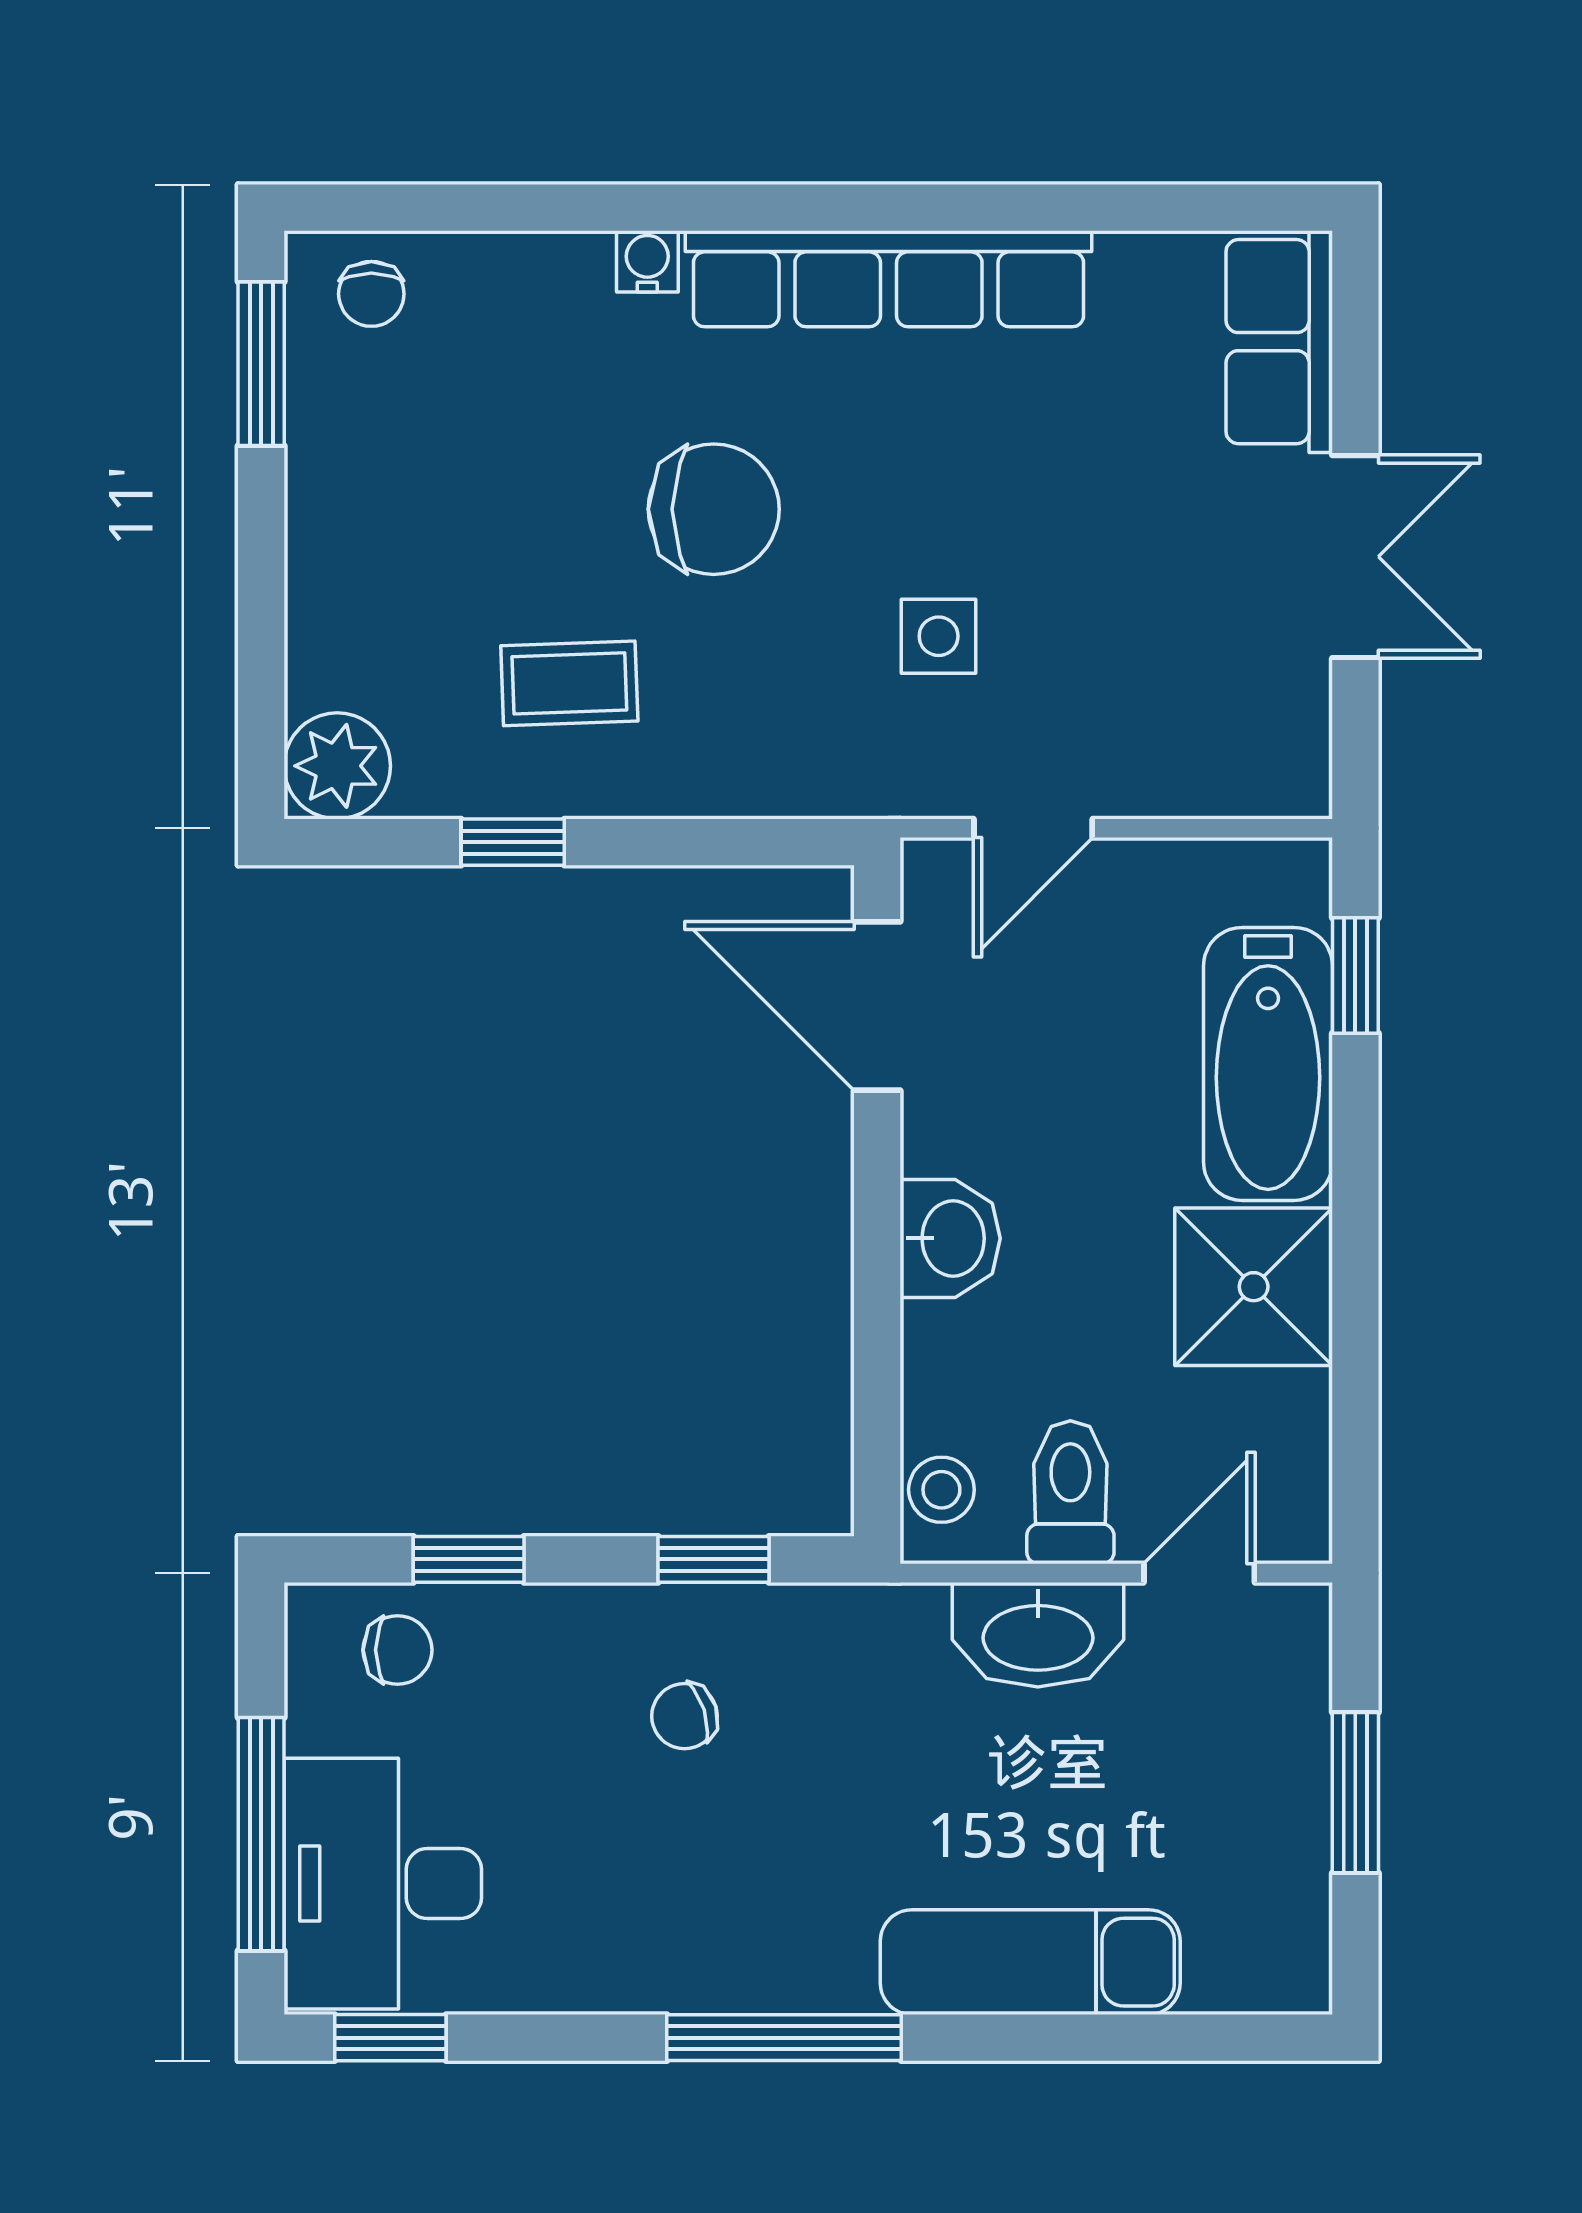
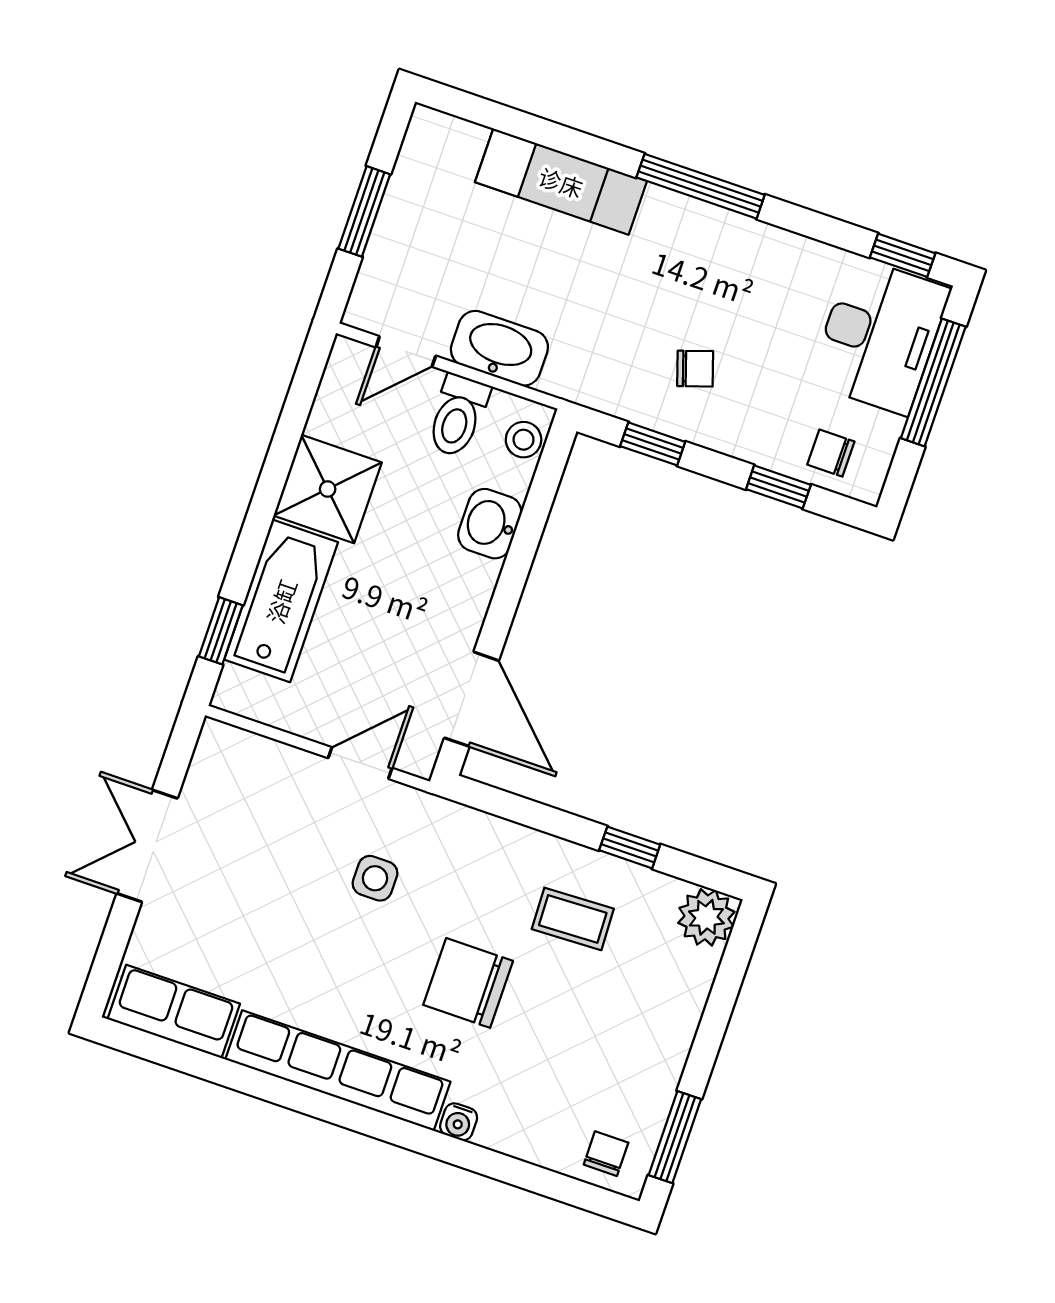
row of seats: (1279, 342) -> (174, 1011), moved, turned -90
washbasin: (950, 1238) -> (490, 524), moved

